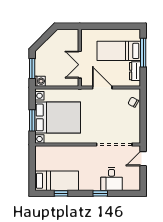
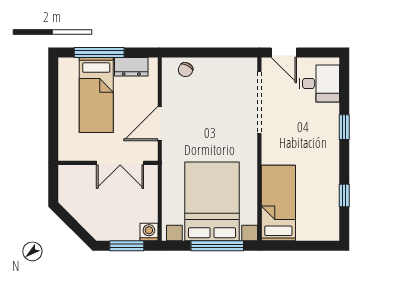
window: (32, 120) -> (217, 246), width x1.44
desk: (112, 179) -> (319, 83), moved
bed: (57, 181) -> (278, 203), moved

